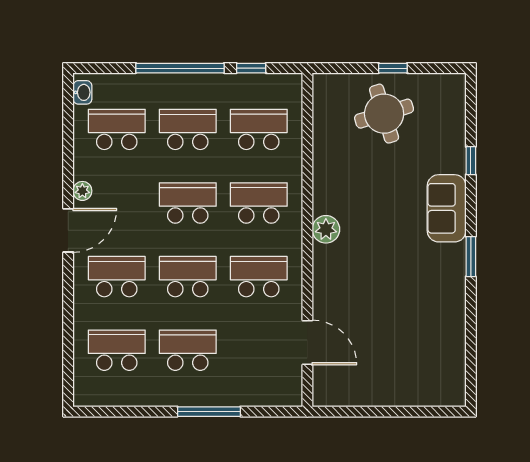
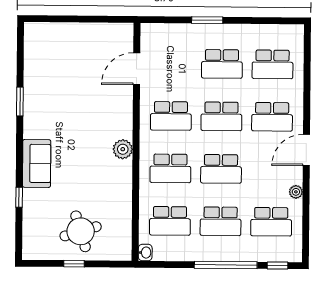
window: (251, 68) -> (278, 265), moved
washbasin: (82, 92) -> (145, 253), moved, turned 180
plant: (82, 191) -> (296, 192), moved
window: (471, 257) -> (20, 101), moved
door: (307, 342) -> (137, 69), hinge flipped
window: (209, 412) -> (207, 20), width x0.69

